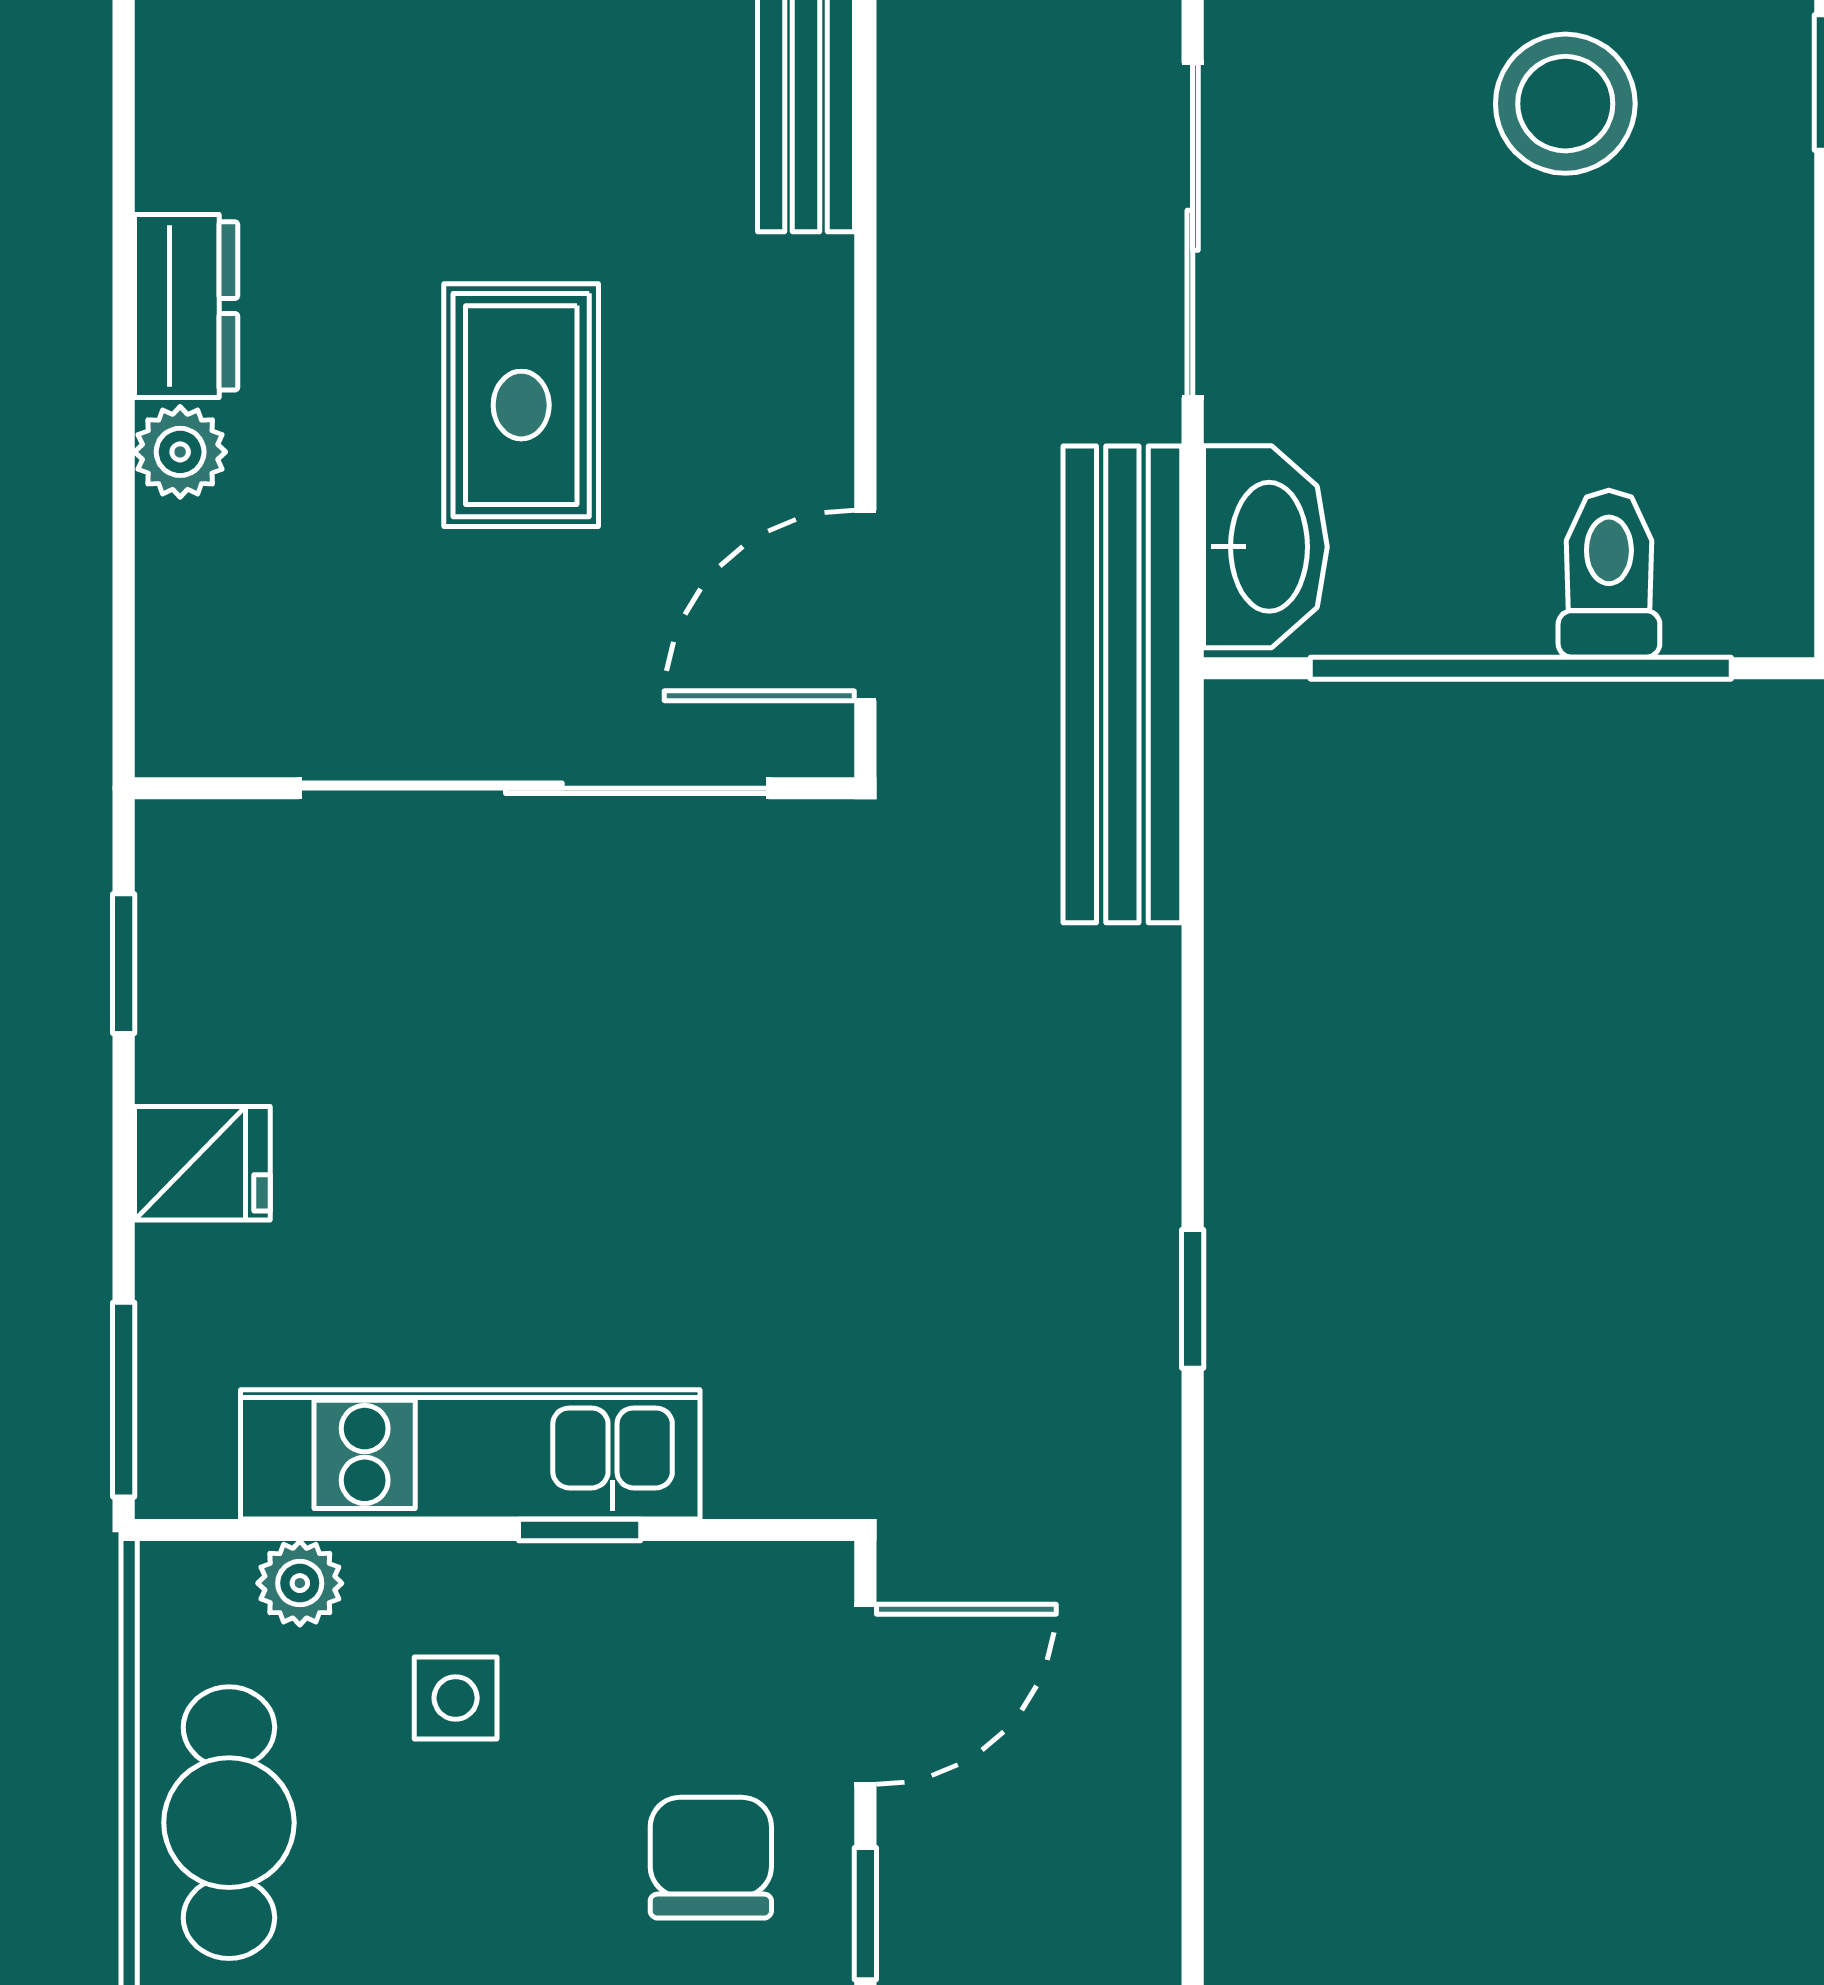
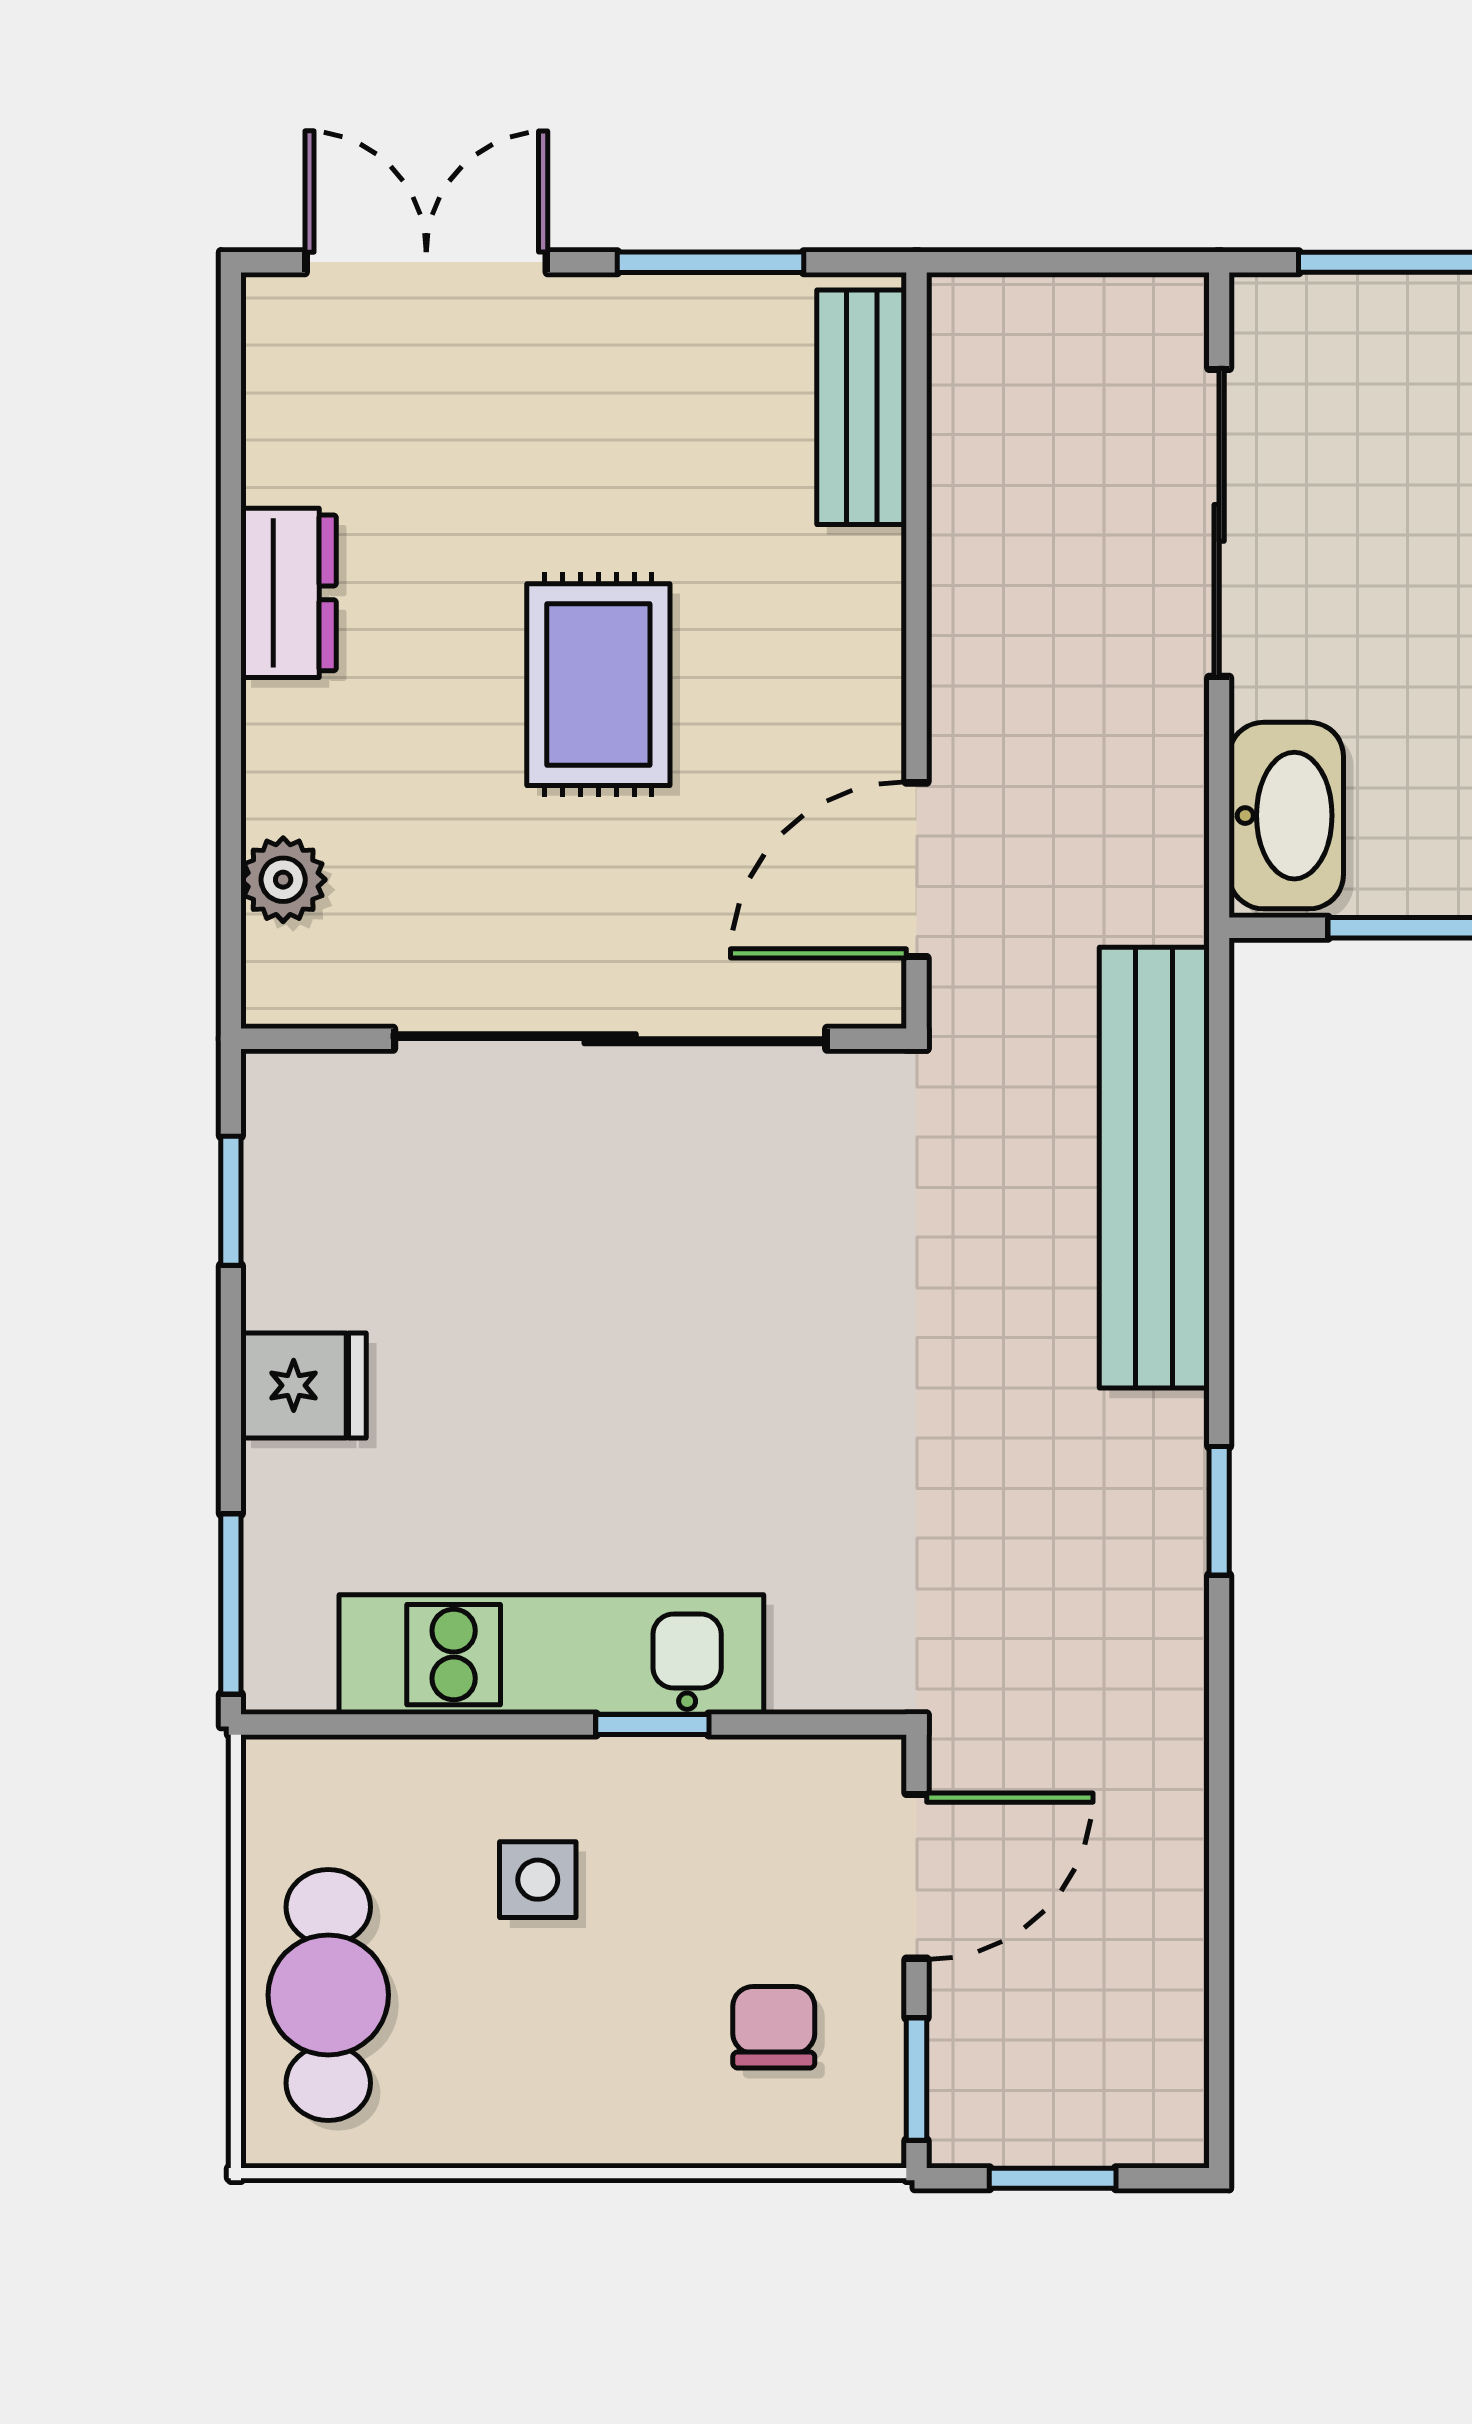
plant: (180, 452) -> (283, 880), moved
bench: (1122, 684) -> (1154, 1168), moved
plant: (300, 1583) -> (394, 1774), removed
chair: (711, 1858) -> (774, 2027), width x0.73, depth x0.73

